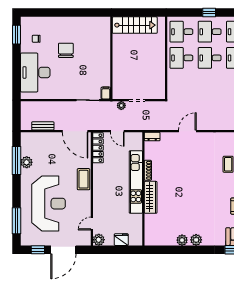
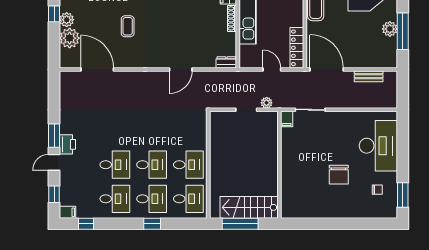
window: (142, 13) -> (240, 224), added

